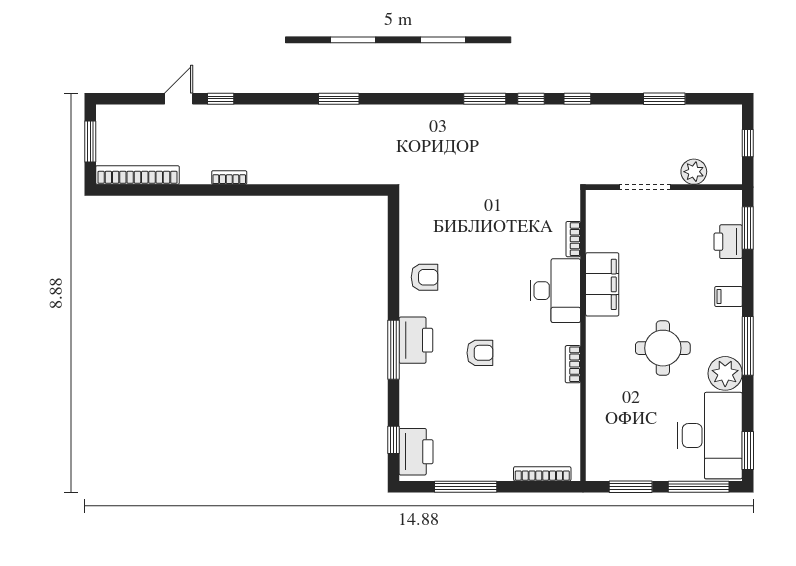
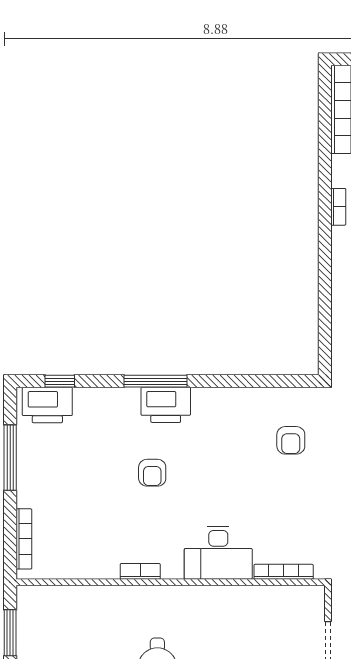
bookcase: (573, 239) -> (284, 572), width x1.56
armchair: (424, 277) -> (291, 440), moved
filing cabinet: (602, 284) -> (225, 603), removed

